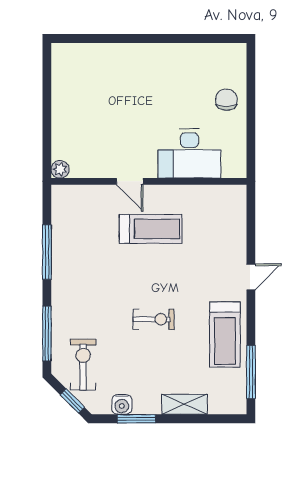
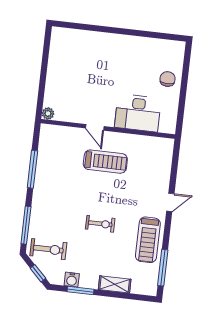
exercise bike: (83, 365) -> (48, 249), turned 90

